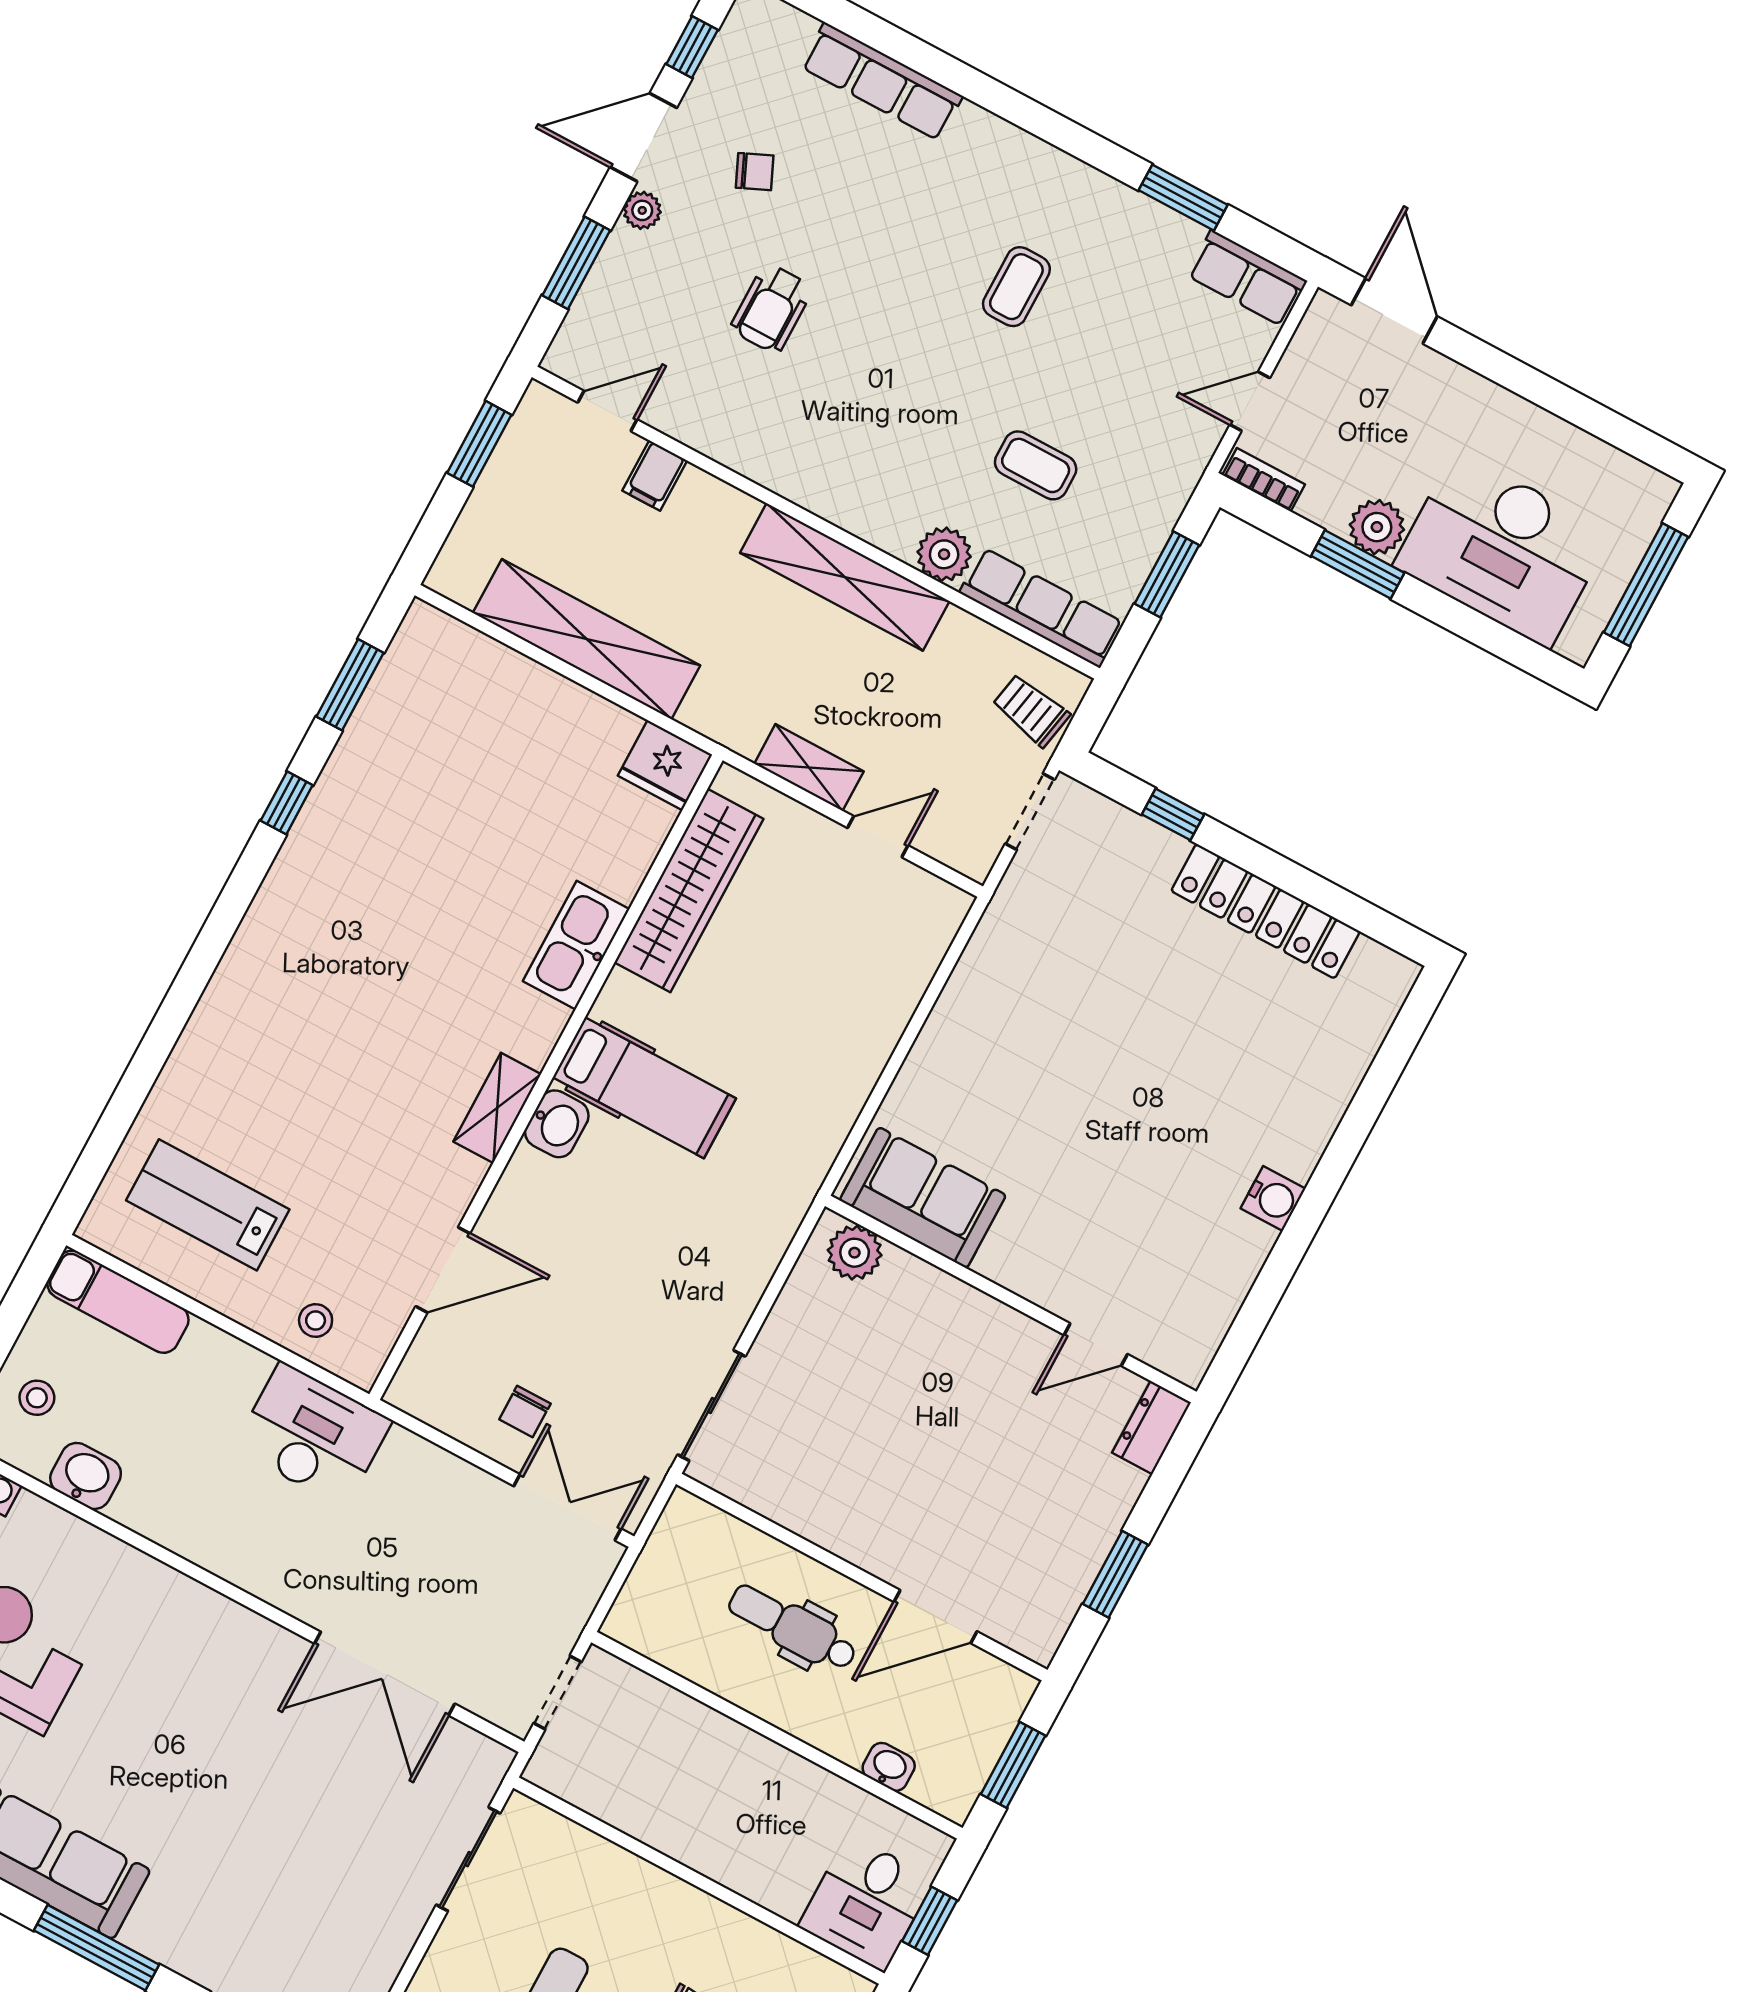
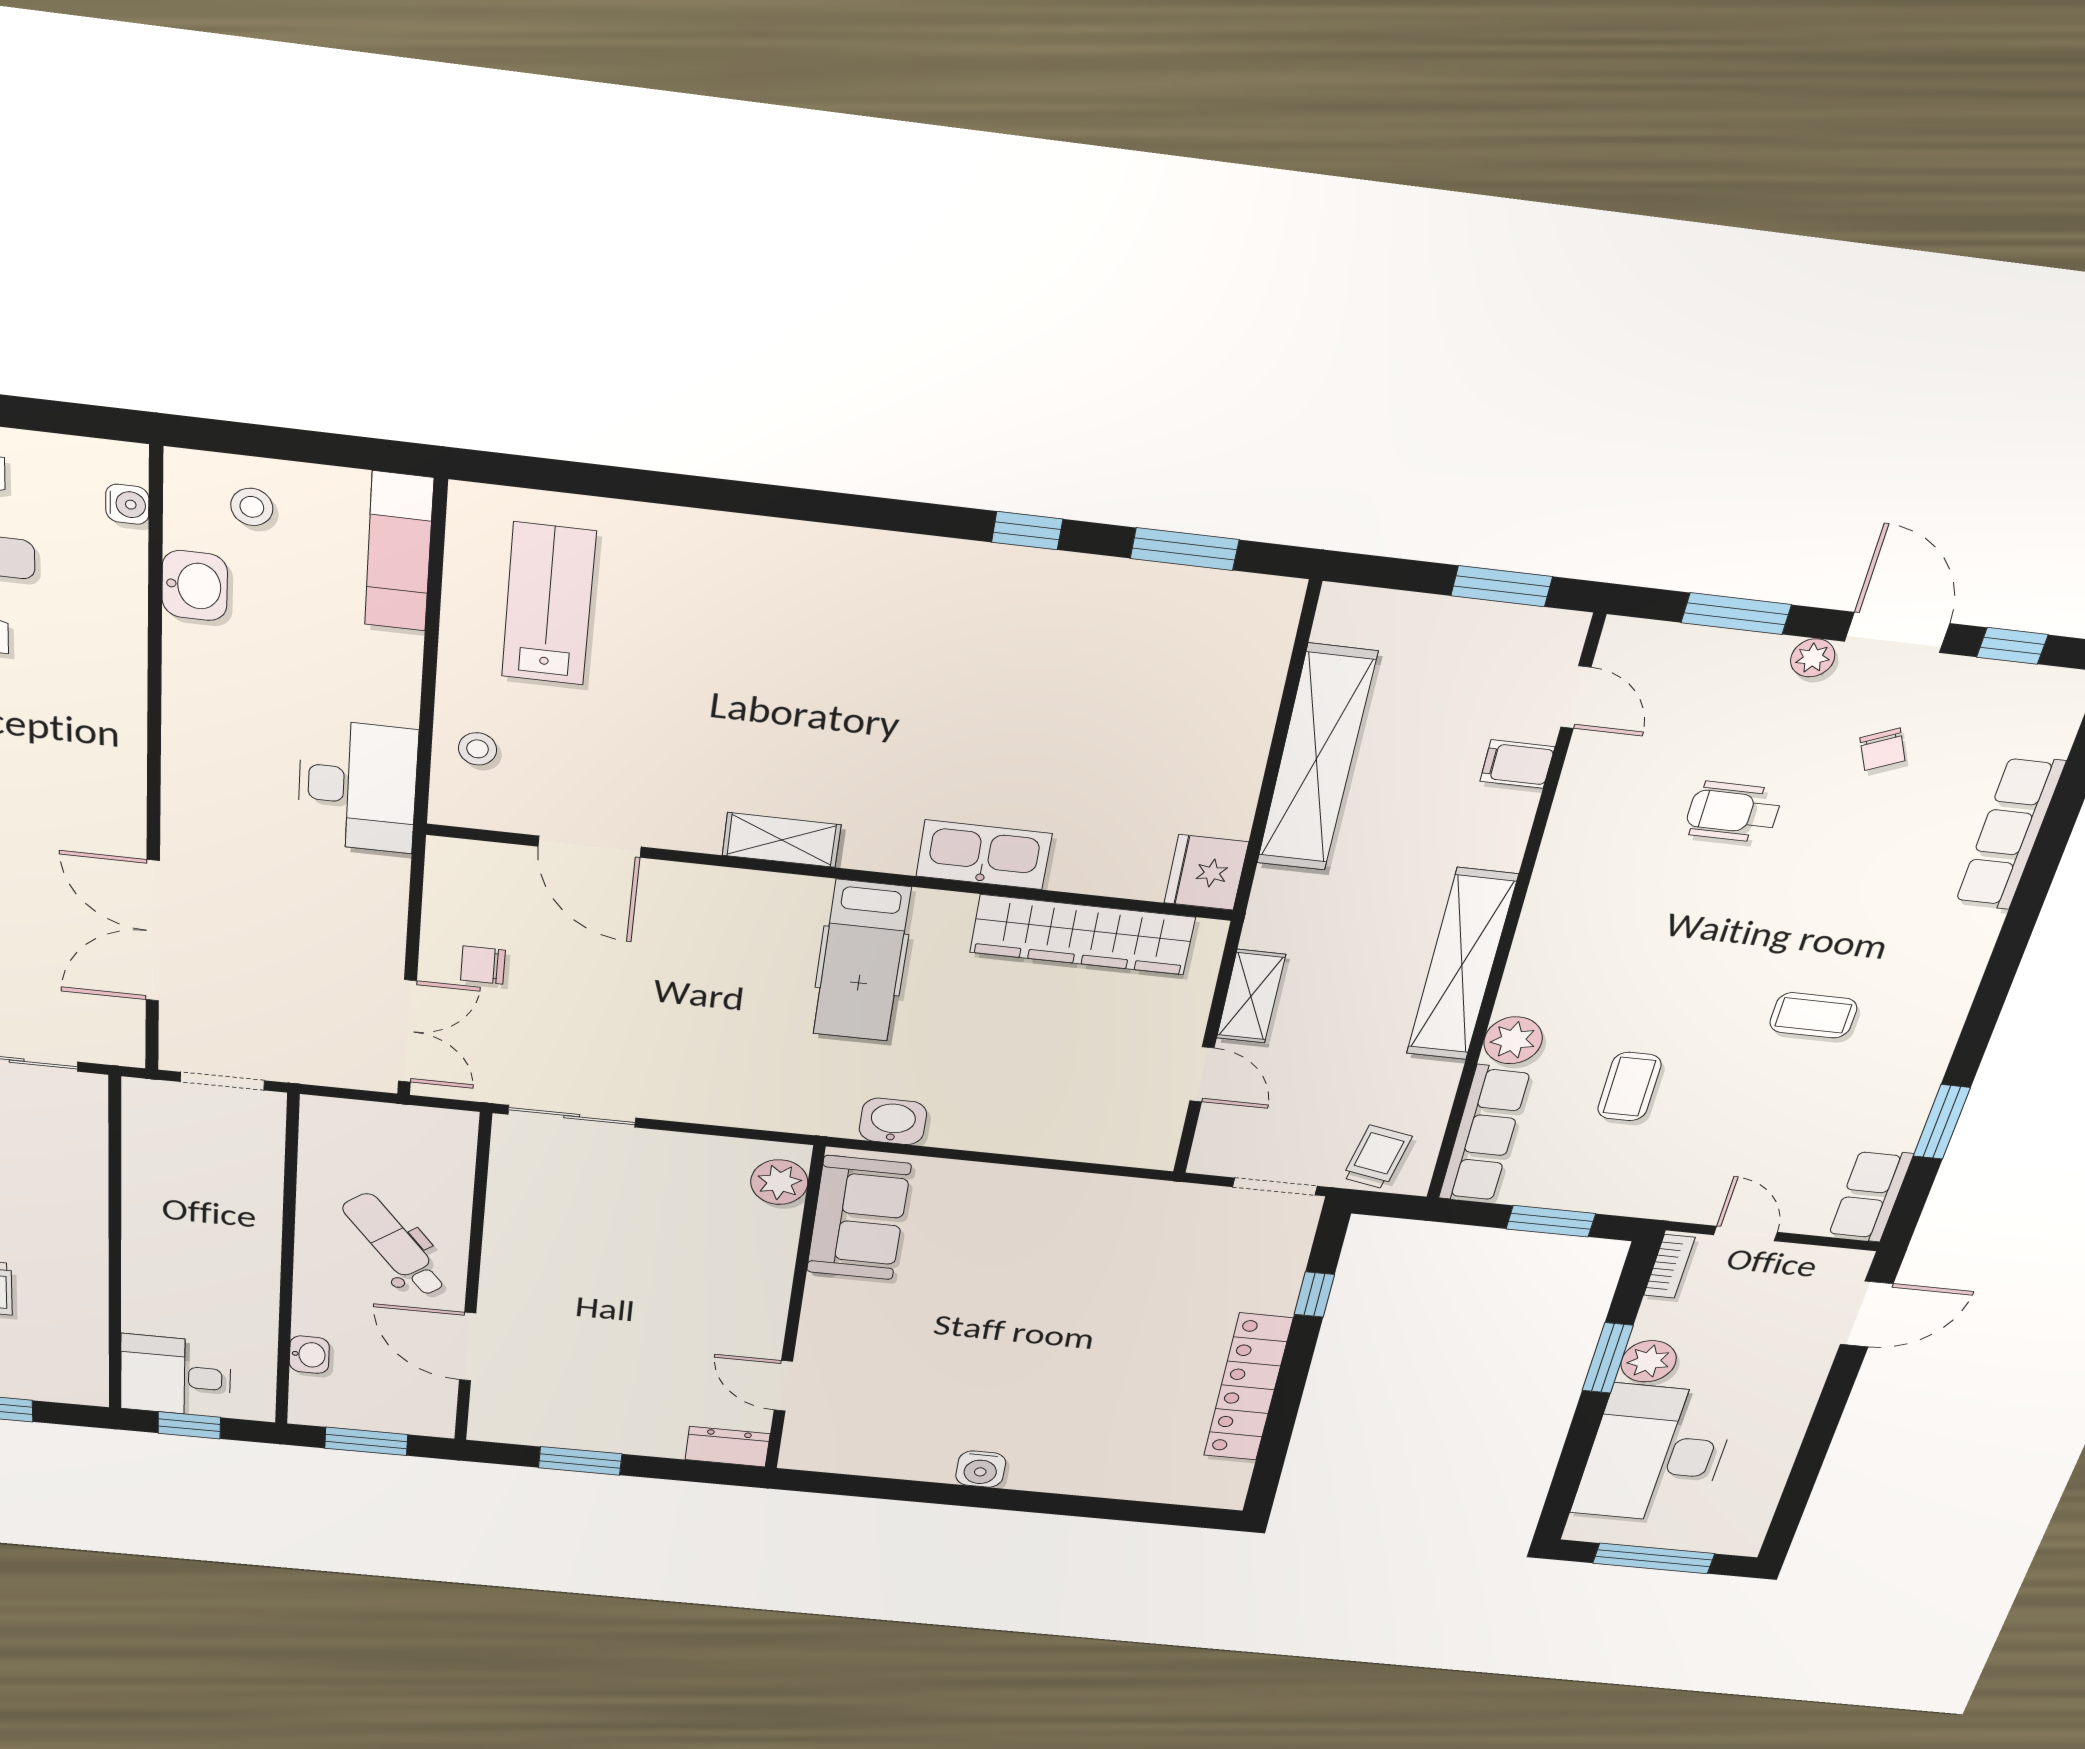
washbasin: (557, 1124) -> (893, 1121), moved, turned 180
dental chair: (793, 1628) -> (395, 1245), turned -38

